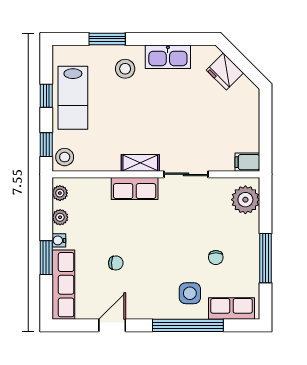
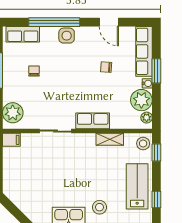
fridge: (225, 71) -> (28, 205), removed
window: (46, 96) -> (156, 199), moved
shelving: (140, 163) -> (110, 139), moved
plant: (60, 217) -> (141, 100), width x1.88, depth x1.88
side table: (190, 293) -> (67, 36), moved
door: (112, 325) -> (109, 22), hinge flipped

